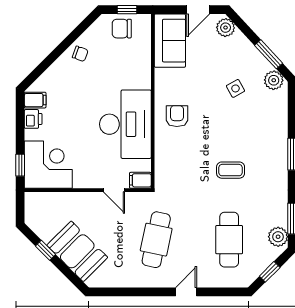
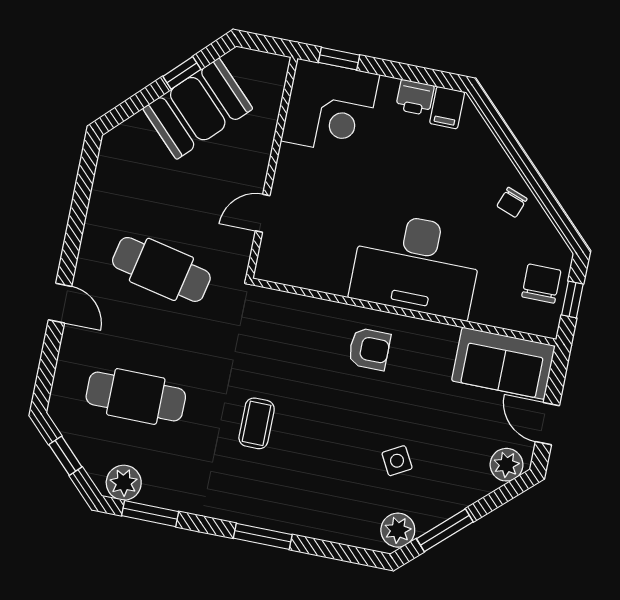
desk: (125, 124) -> (416, 265), moved
filing cabinet: (140, 180) -> (270, 263), removed
booth: (77, 251) -> (198, 109), moved

